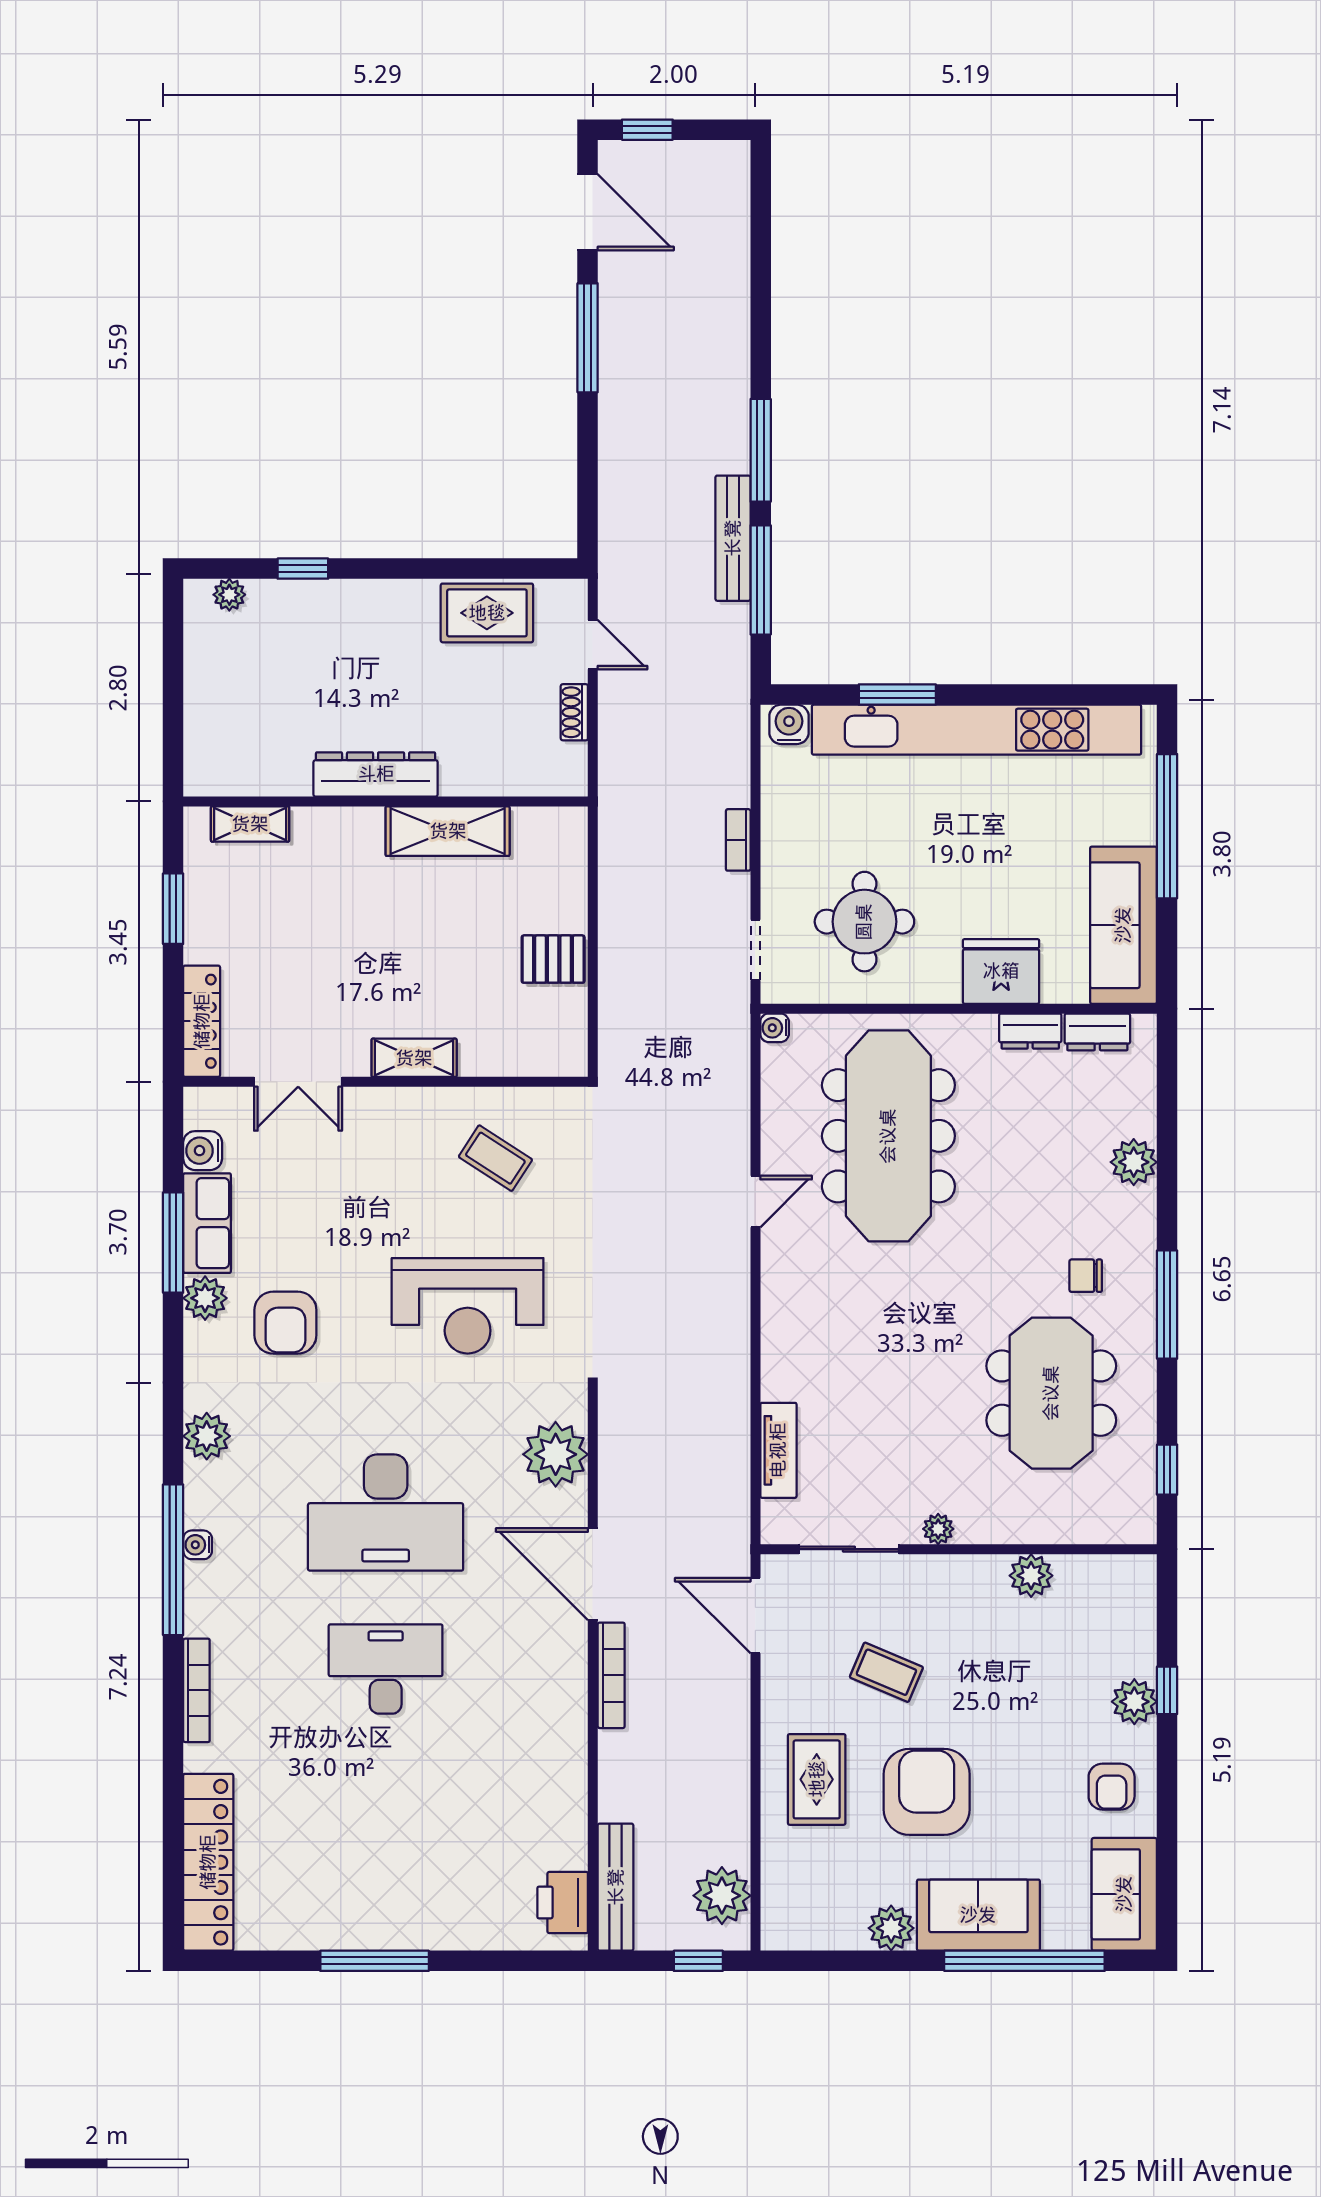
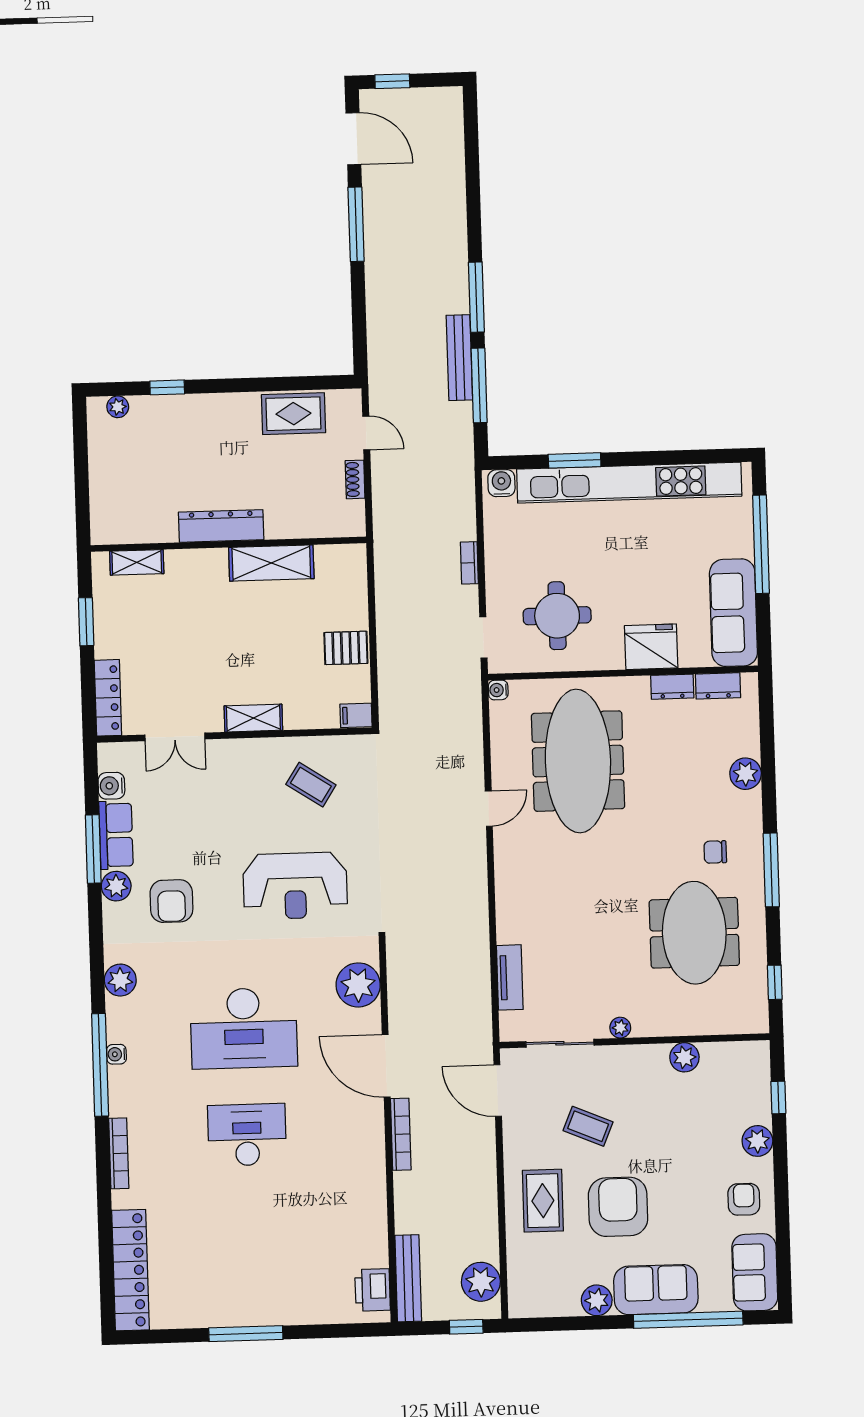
filing cabinet: (565, 1059) -> (356, 715), added
window: (1167, 1690) -> (778, 1097), moved
armchair: (1112, 1787) -> (744, 1199), turned 180

